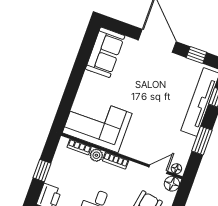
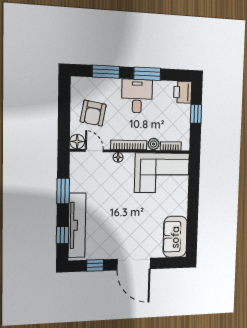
bookcase: (116, 161) -> (129, 145), width x1.56
door: (158, 169) -> (94, 151), swing flipped
floor lamp: (176, 169) -> (118, 157), moved

